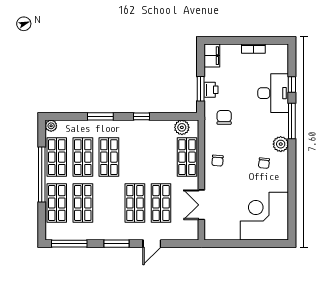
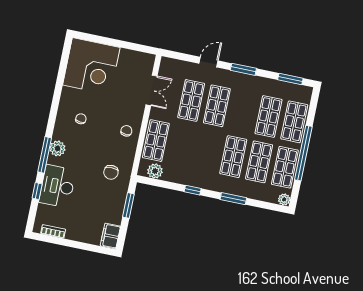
bookcase: (253, 49) -> (53, 231), moved
printer: (211, 90) -> (118, 202), removed
plant: (281, 144) -> (58, 148), moved
window: (69, 244) -> (290, 79), width x0.69

